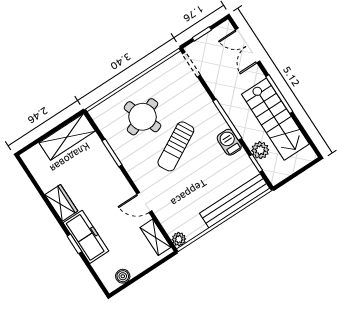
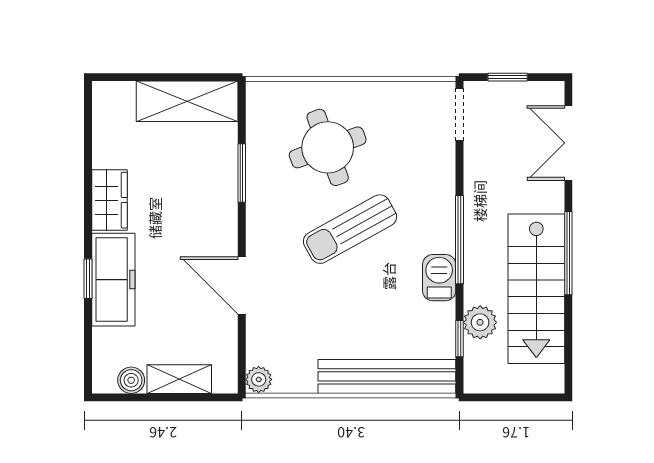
door: (144, 202) -> (242, 285), width x1.38
shelving: (155, 237) -> (179, 379), moved, turned 90

